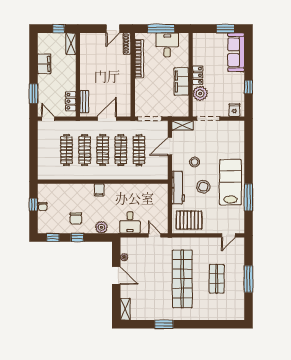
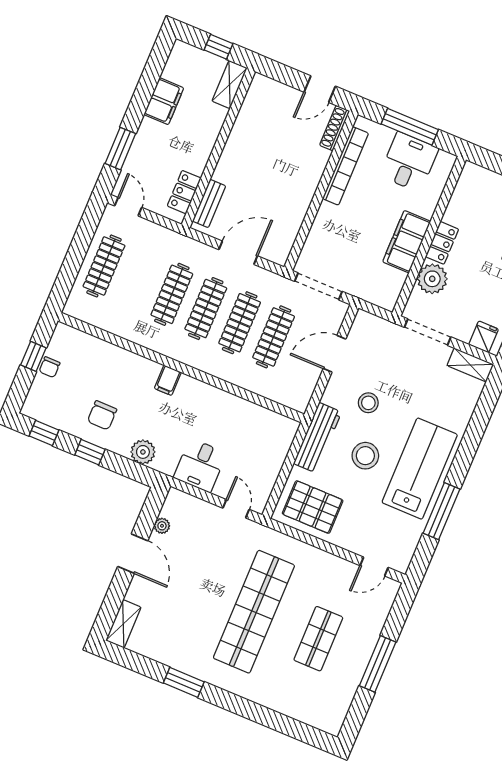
shelving: (183, 125) -> (470, 365), moved
clothes rail: (66, 150) -> (104, 266), moved

